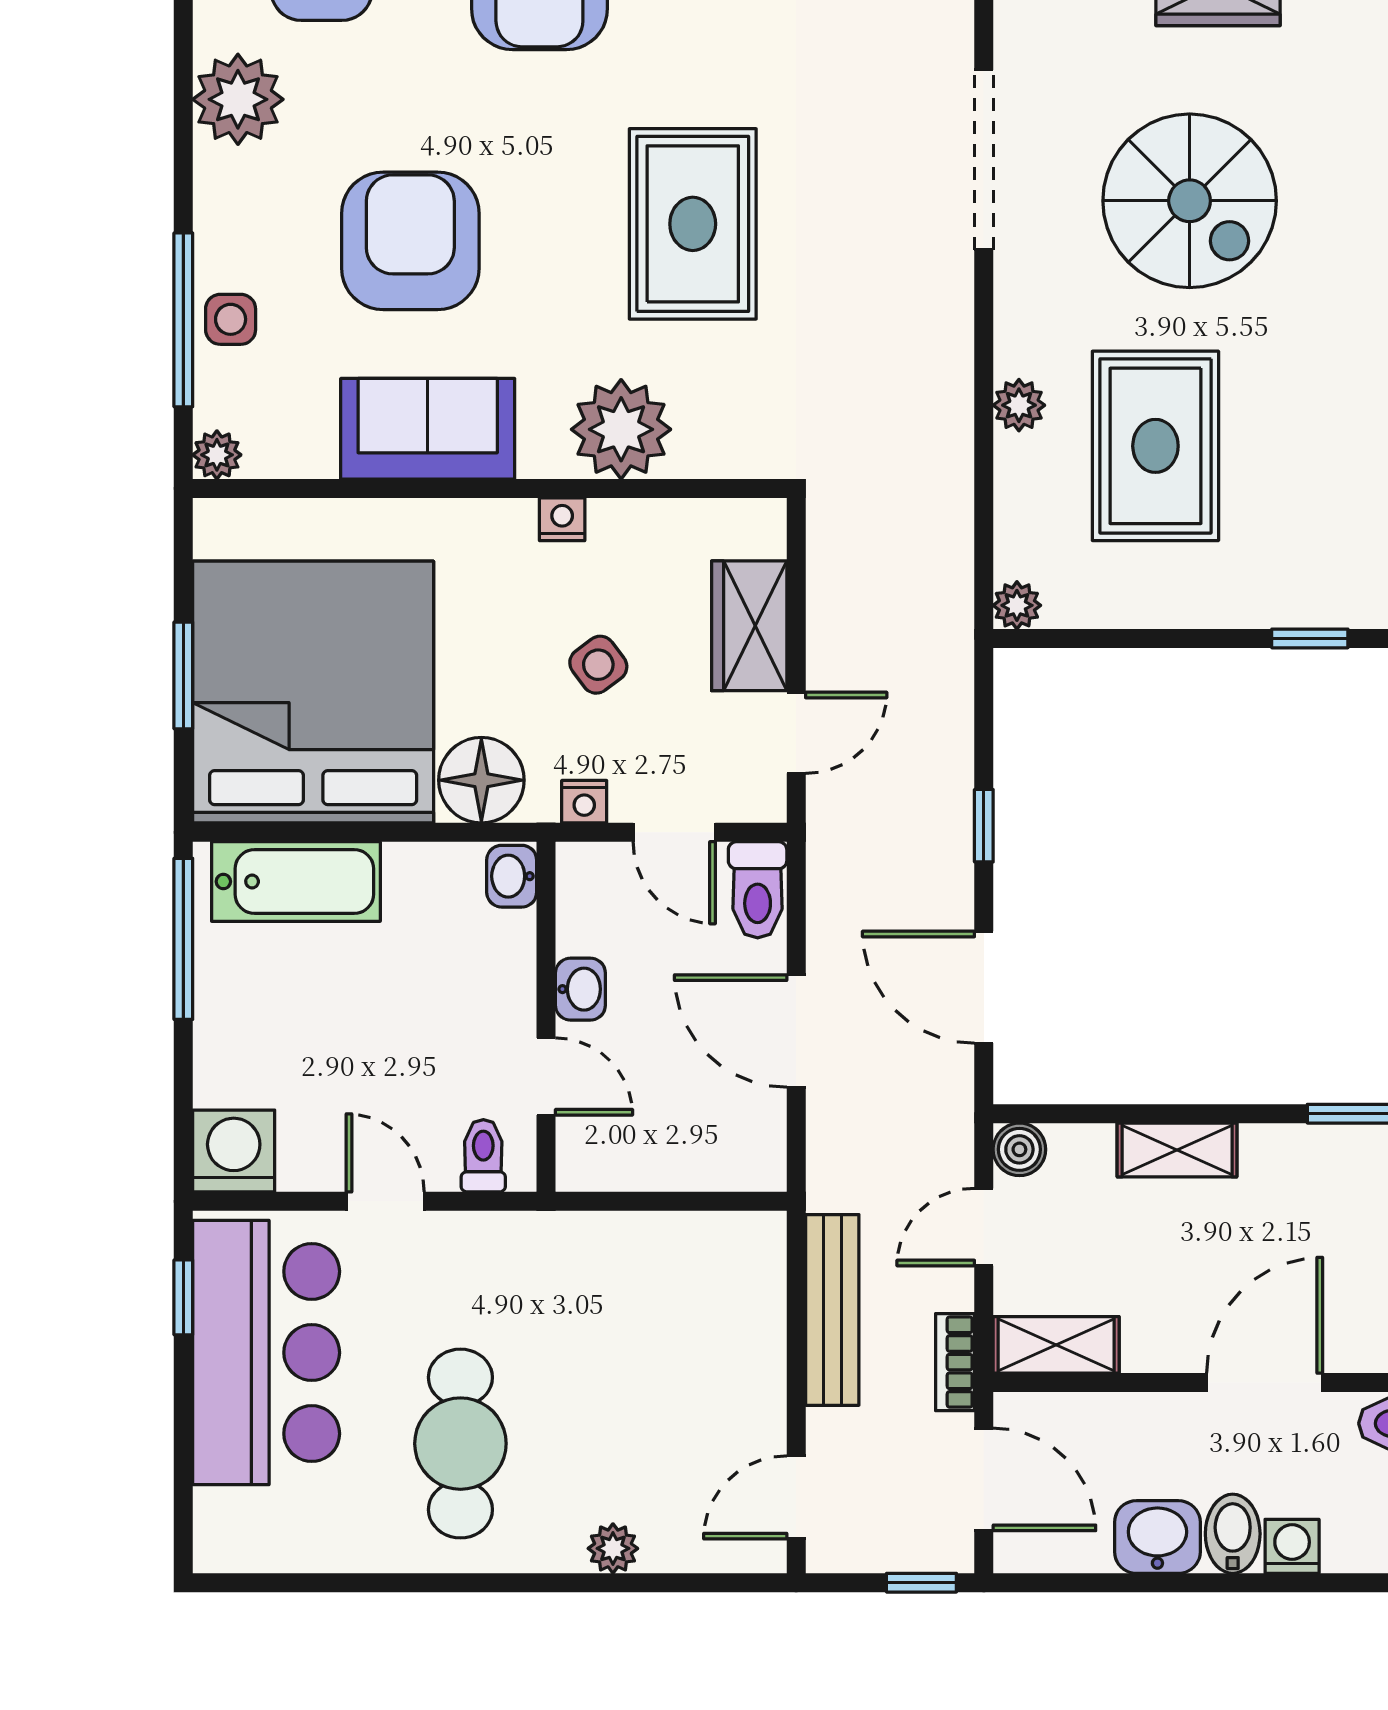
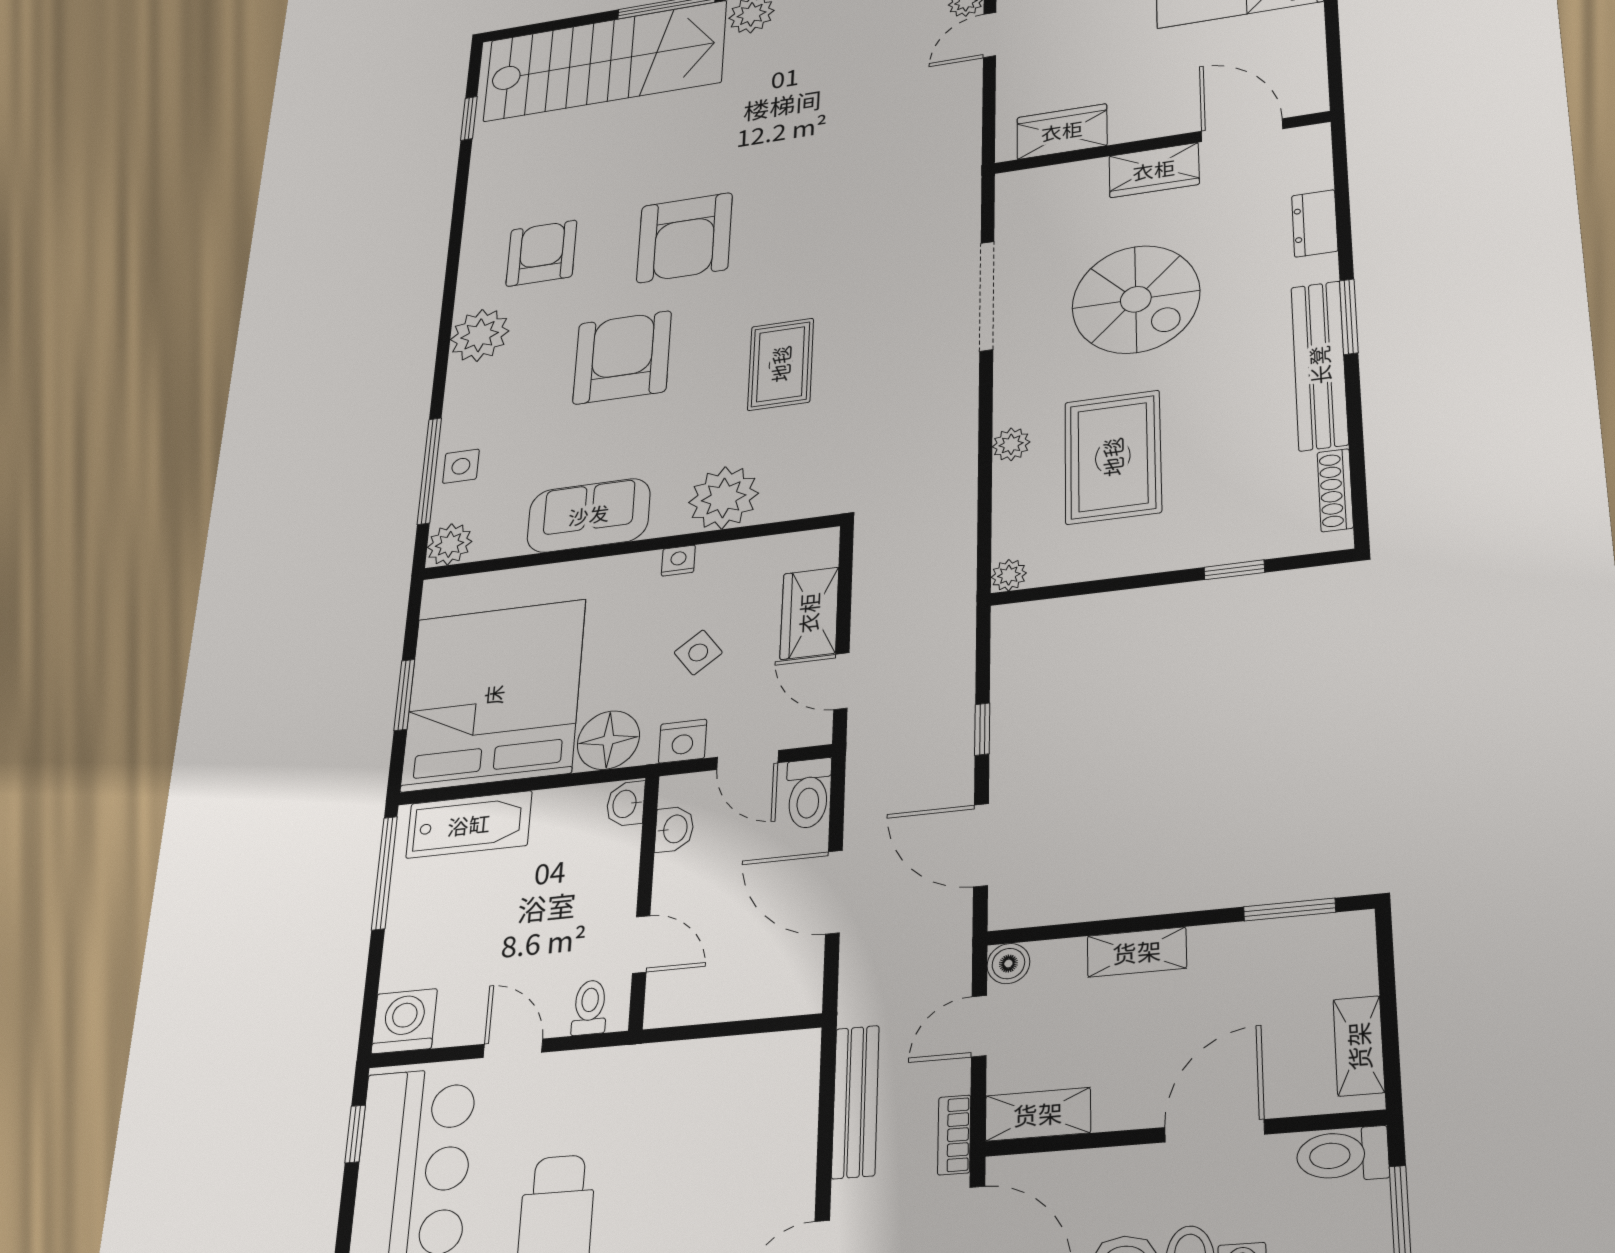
rug: (693, 224) -> (781, 364), width x0.73, depth x0.70
armchair: (410, 241) -> (622, 357), moved
plant: (217, 455) -> (450, 544), width x1.38, depth x1.38
door: (796, 733) -> (841, 681), swing flipped
nightstand: (584, 802) -> (683, 741), width x1.39, depth x1.35
washbasin: (580, 989) -> (674, 829), moved

